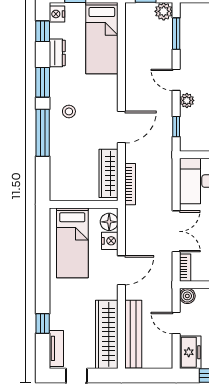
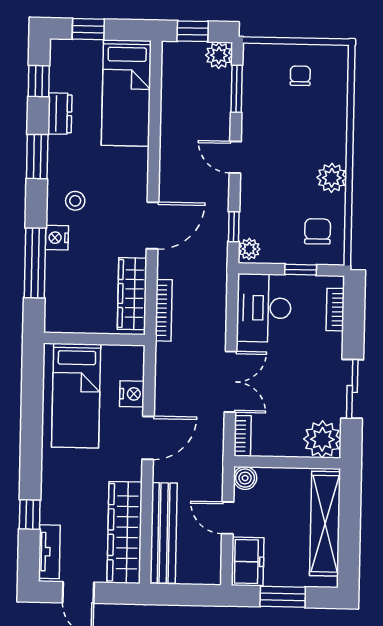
nightstand: (57, 14) -> (57, 238), moved
plant: (187, 100) -> (249, 249), moved
window: (43, 133) -> (35, 263), moved
floor lamp: (109, 222) -> (131, 366), removed

